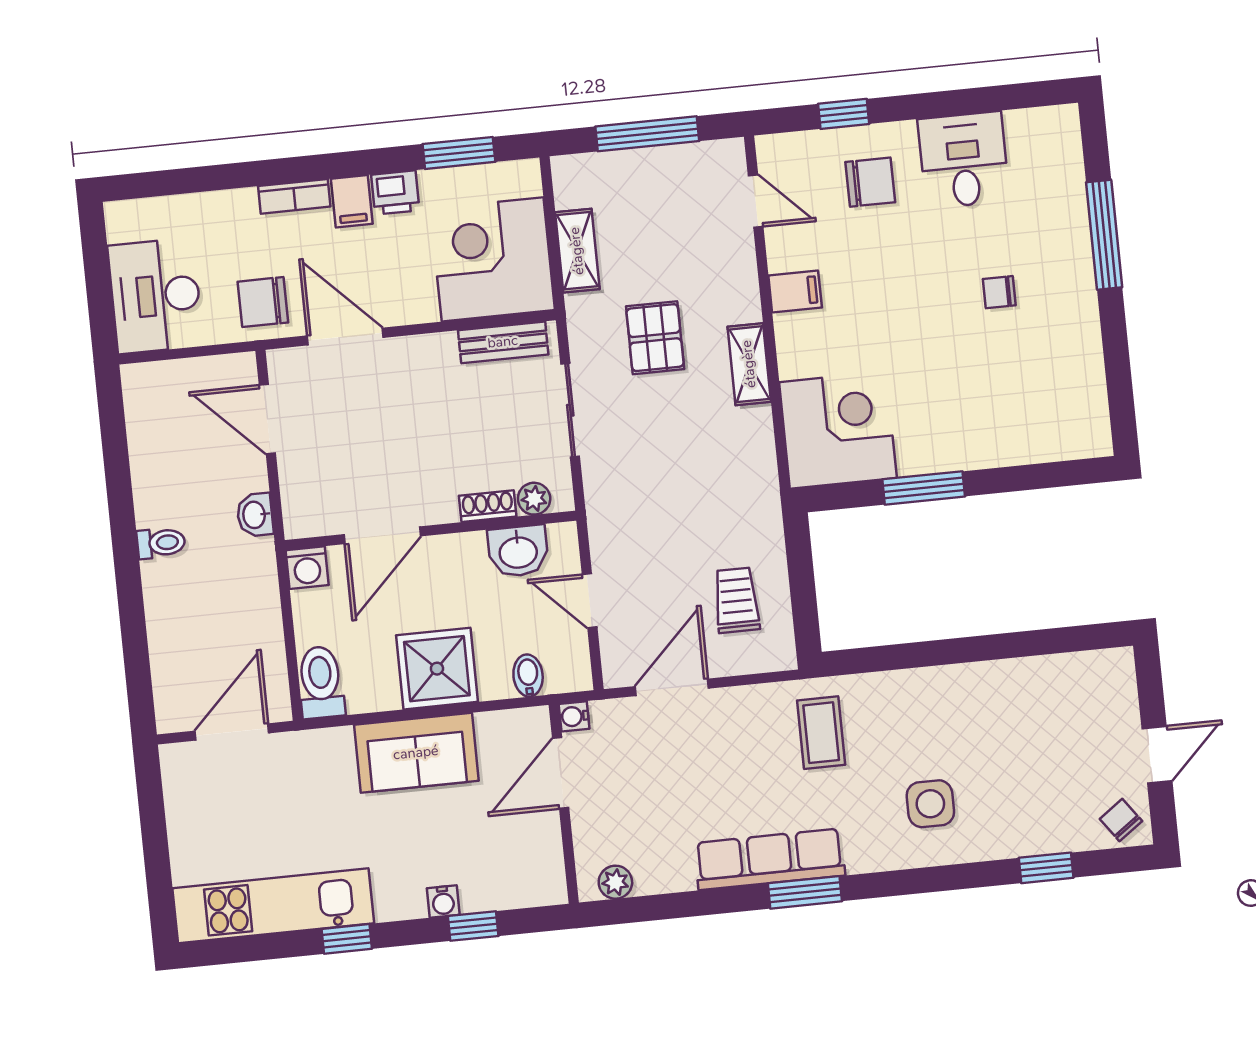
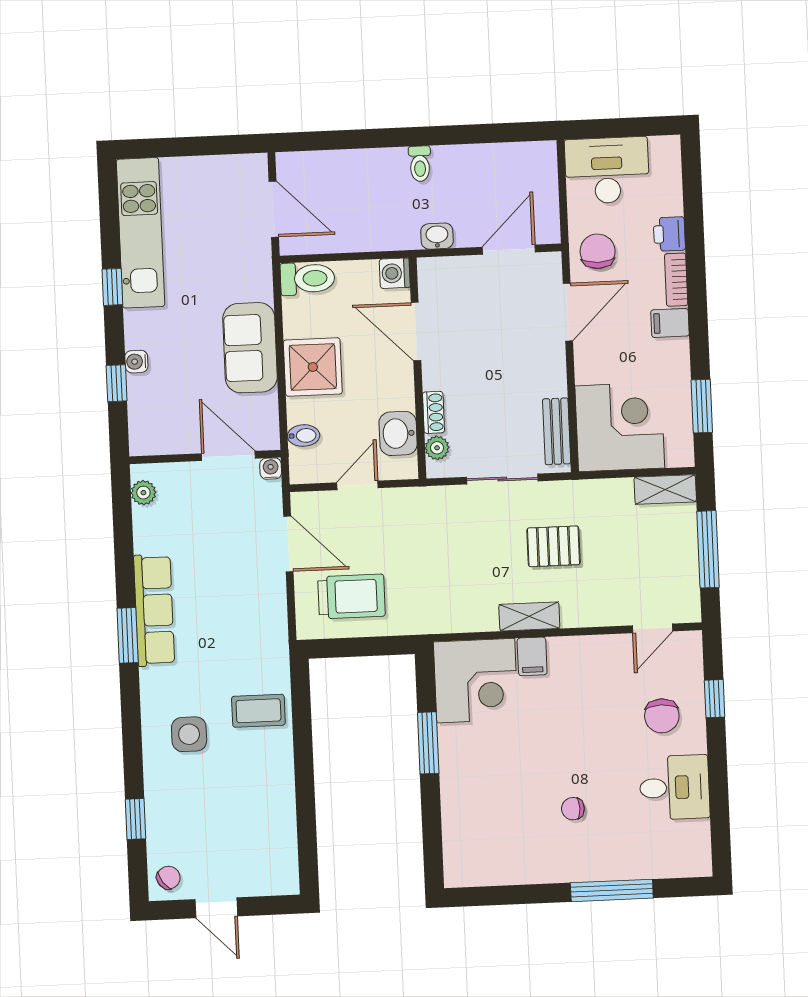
printer: (395, 192) -> (669, 234), moved
shelving: (577, 251) -> (665, 490), moved
filing cabinet: (795, 291) -> (532, 656), moved
chair: (999, 292) -> (573, 809), turned -90
trolley: (736, 600) -> (351, 596), width x1.36, depth x1.39
coffee table: (821, 733) -> (258, 711), moved

